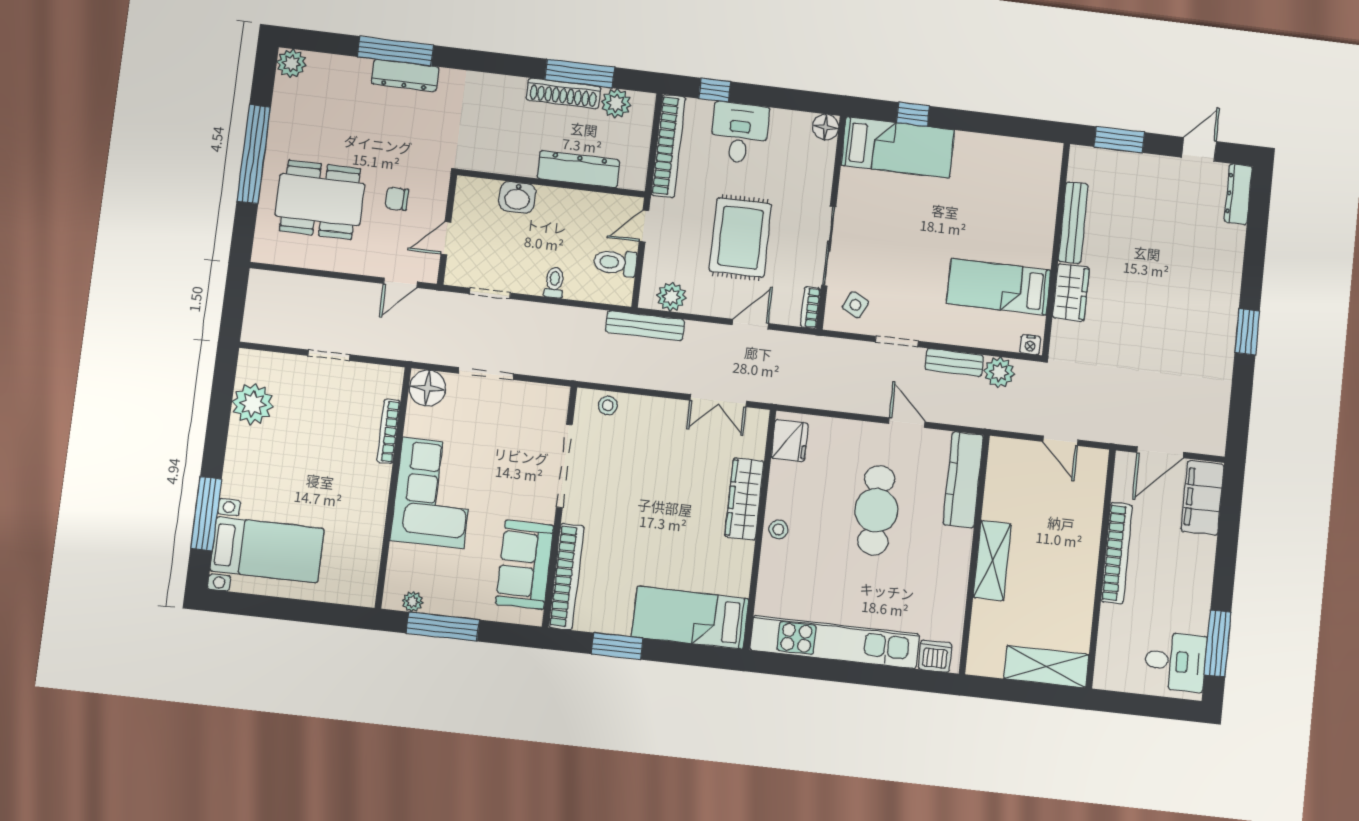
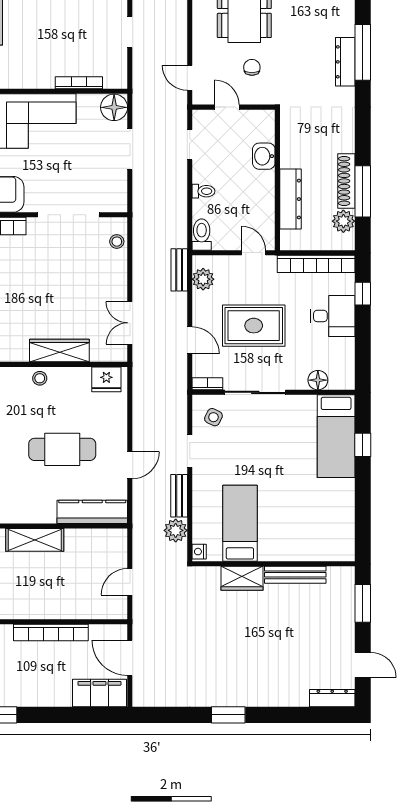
floor lamp: (826, 127) -> (318, 380), moved
toilet: (615, 263) -> (202, 235), moved
bench: (645, 326) -> (179, 270), width x0.73

